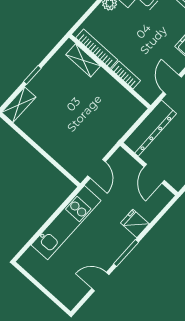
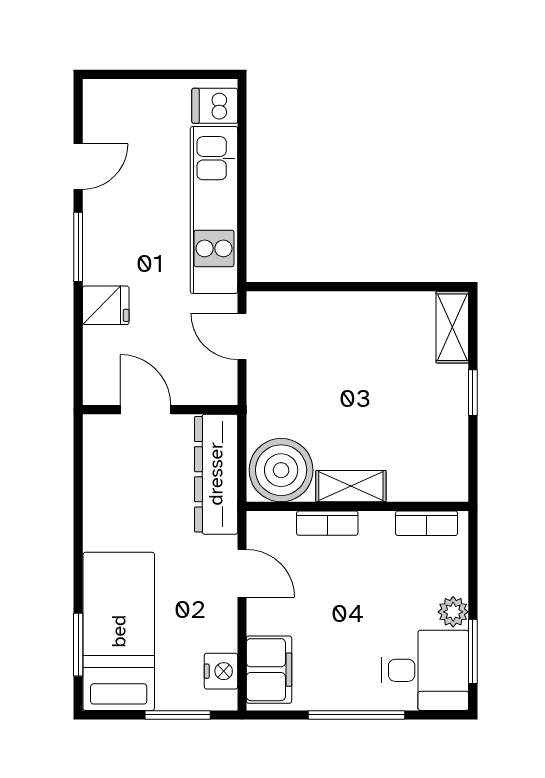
bookcase: (97, 49) -> (426, 523), width x0.64
shelving: (83, 60) -> (351, 486), moved
boiler: (125, 109) -> (281, 470), added
dishwasher: (32, 259) -> (215, 106), added

